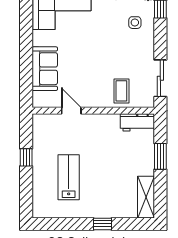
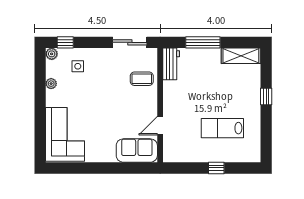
sofa: (45, 69) -> (137, 151), moved
window: (160, 156) -> (203, 42), width x1.44
window: (26, 157) -> (216, 168), moved

